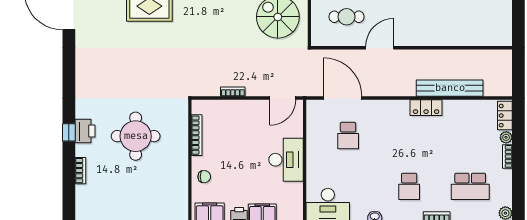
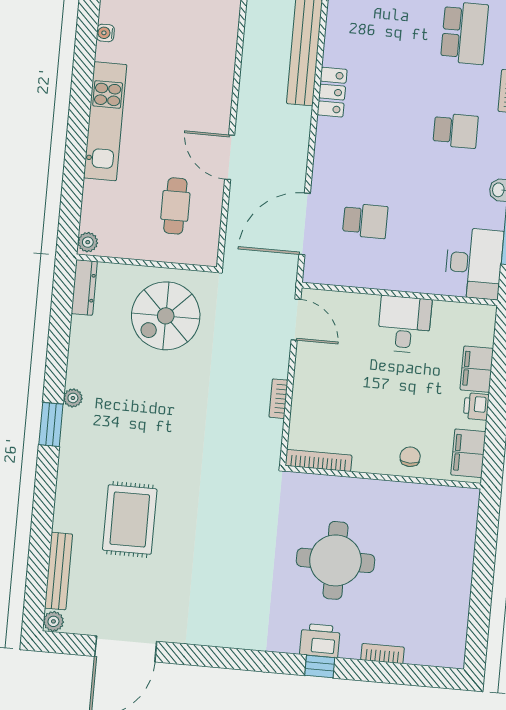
bookcase: (197, 135) -> (319, 460), moved
desk: (286, 160) -> (404, 324), width x0.73

